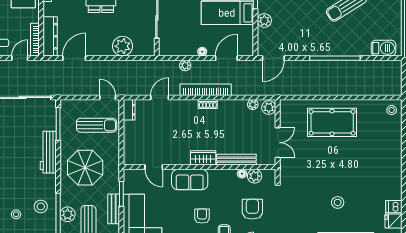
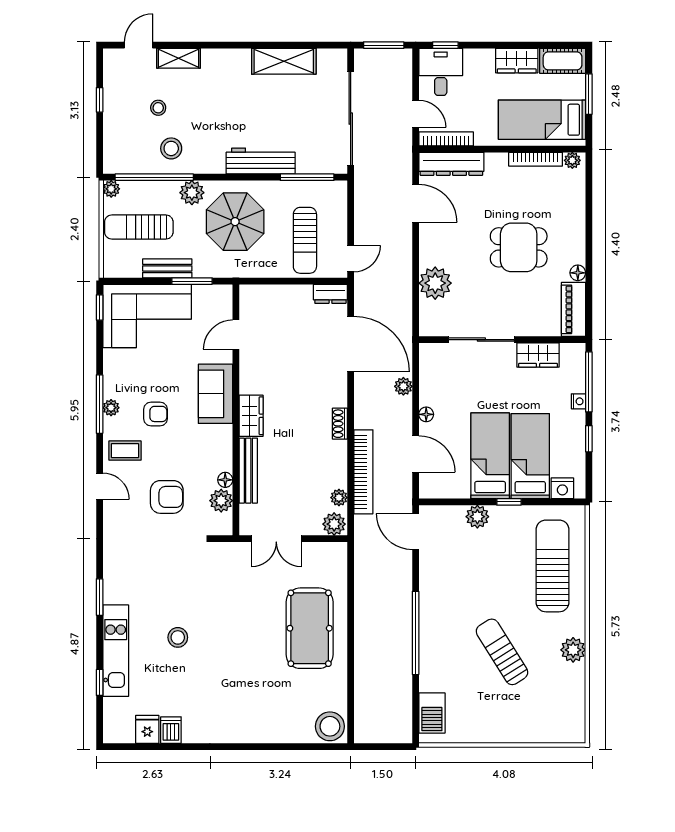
bookcase: (206, 90) -> (363, 472), moved
door: (160, 97) -> (351, 344), width x1.88
stool: (392, 110) -> (330, 726), width x1.89, depth x1.89
plant: (68, 214) -> (192, 193), moved

